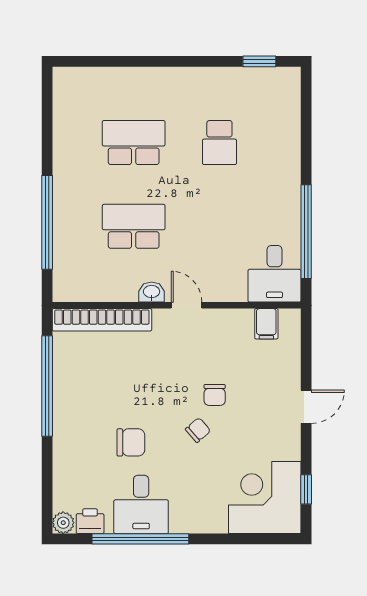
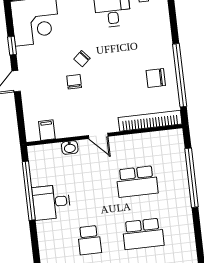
school desk: (219, 143) -> (89, 240), turned 180
desk: (274, 274) -> (51, 202), moved, turned -90
washbasin: (152, 292) -> (70, 148), moved
chair: (131, 442) -> (156, 78), moved
window: (306, 489) -> (12, 46), moved

